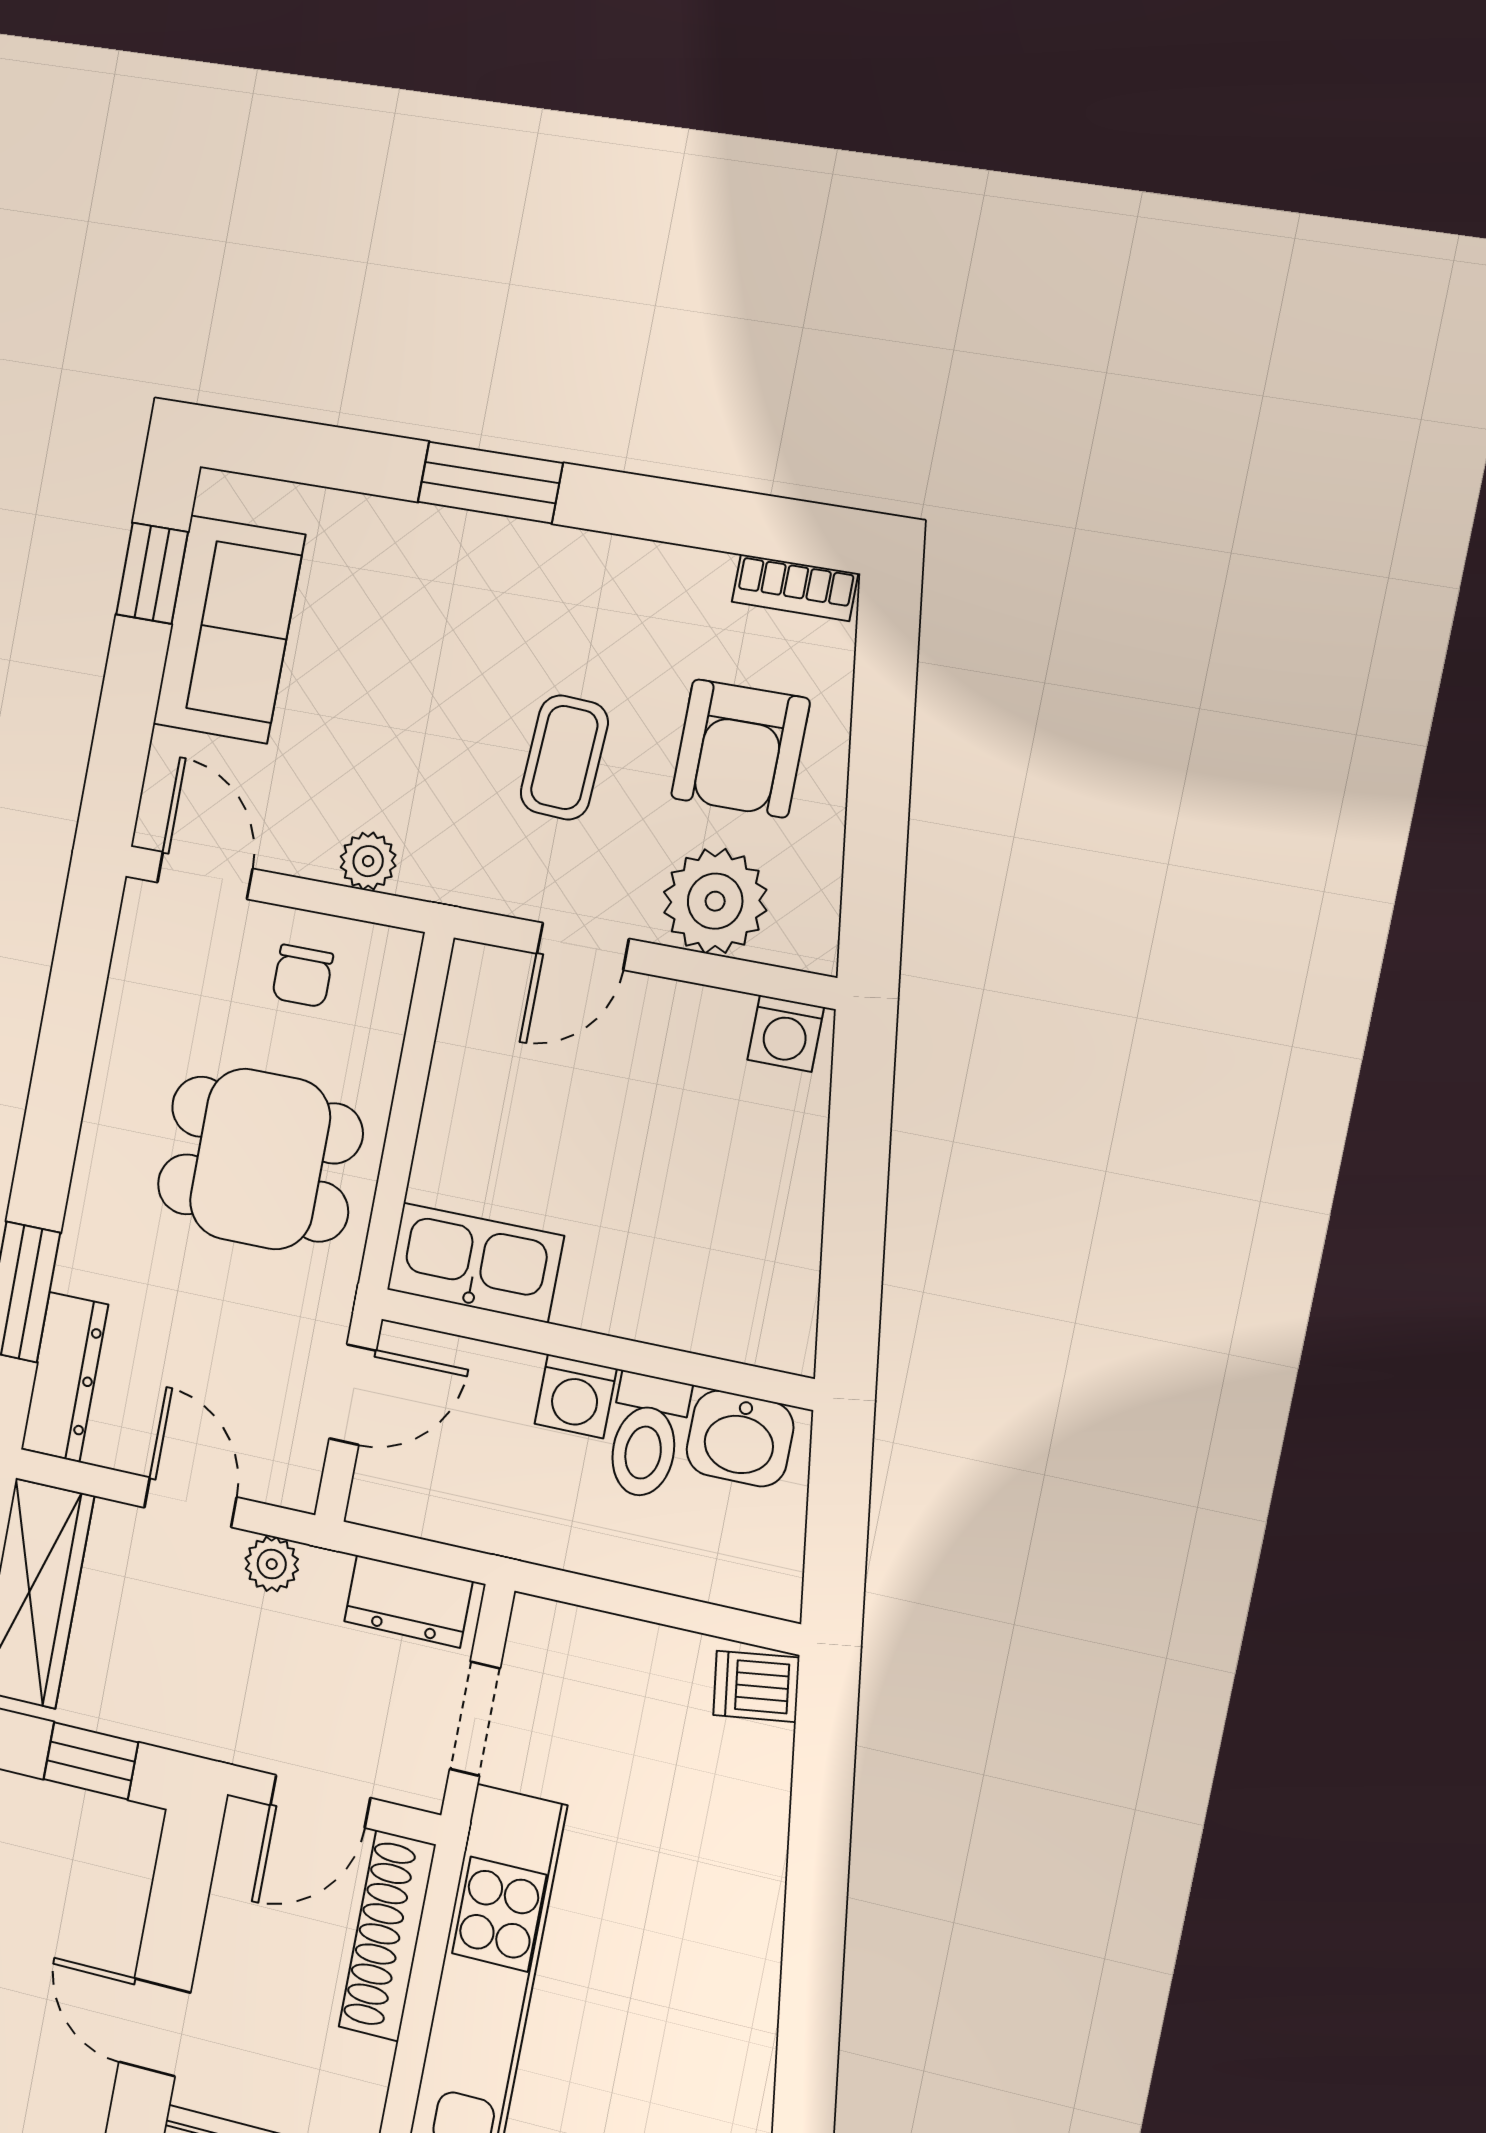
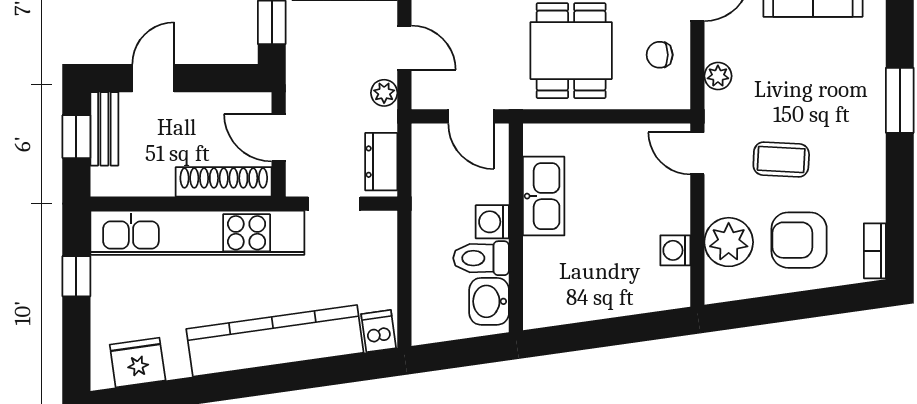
door: (583, 946) -> (697, 153), moved
washing machine: (786, 1033) -> (675, 250), moved
kitchen sink: (475, 1263) -> (544, 196), moved
door: (190, 1502) -> (404, 48), hinge flipped
kitchen counter: (733, 1909) -> (275, 341), added

